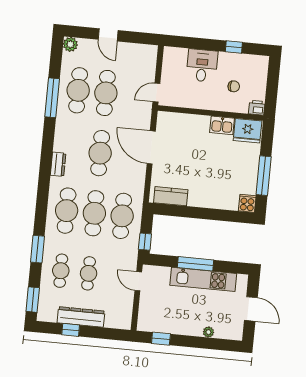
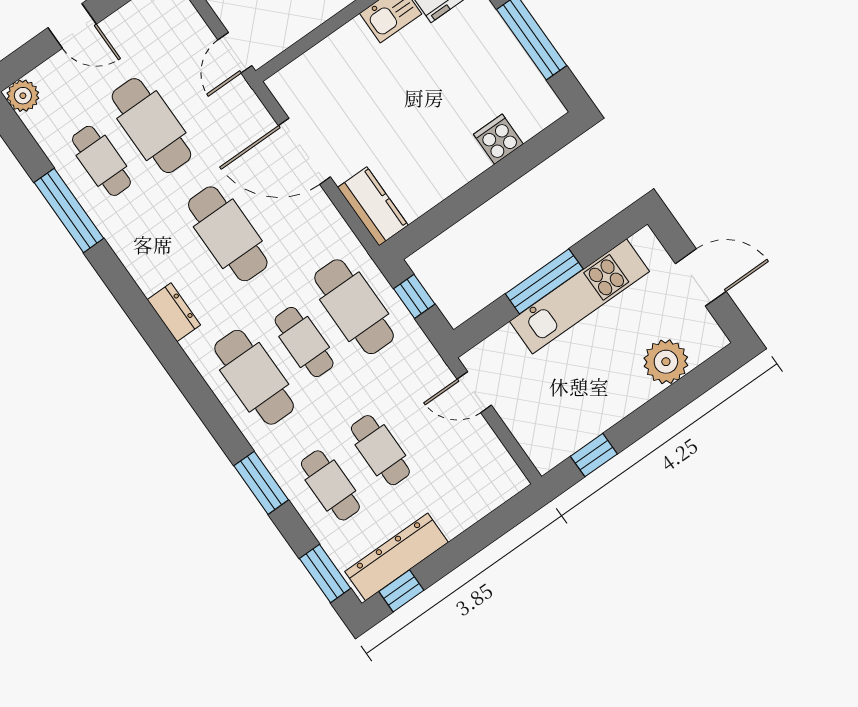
cafe table: (78, 90) -> (101, 161), width x0.73, depth x0.74
kitchen counter: (171, 196) -> (373, 206), moved, turned 90
cooker: (247, 203) -> (498, 139), moved
cafe table: (94, 213) -> (304, 342), width x0.73, depth x0.74
window: (145, 242) -> (414, 296), moved
dresser: (81, 317) -> (397, 557), moved
window: (71, 330) -> (401, 591), moved
plant: (208, 332) -> (666, 362), width x1.87, depth x1.87

